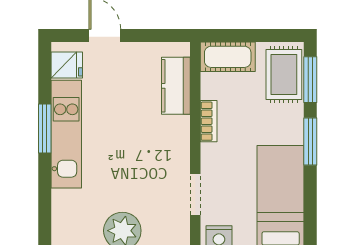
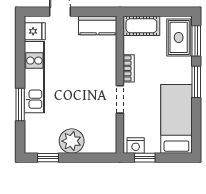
kitchen counter: (176, 86) -> (98, 25), moved, turned -90
window: (45, 128) -> (20, 104), moved
doorway: (195, 195) -> (120, 99), moved

